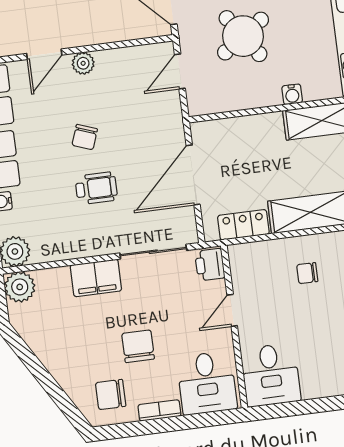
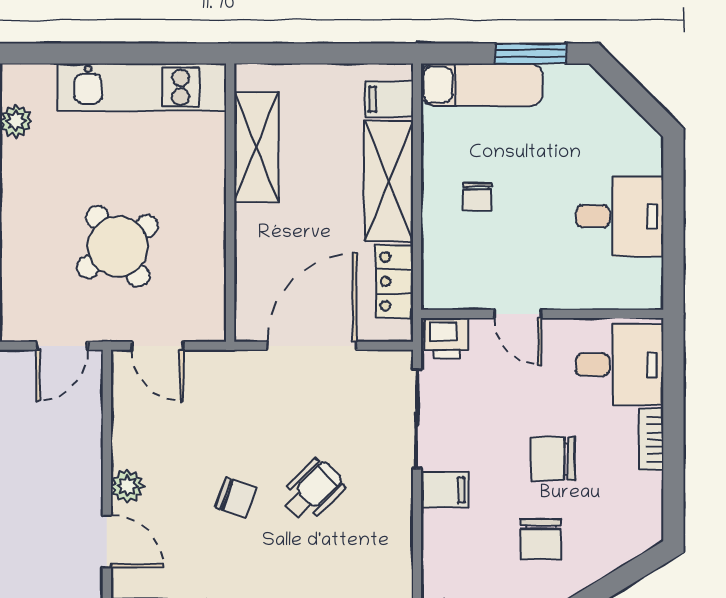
water cooler: (292, 94) -> (212, 185), removed
door: (193, 175) -> (312, 346), swing flipped
wheelchair: (96, 188) -> (313, 490), turned 45
filing cabinet: (96, 278) -> (445, 490), width x0.50
desk: (271, 375) -> (620, 216), moved
chair: (111, 394) -> (541, 539), moved

